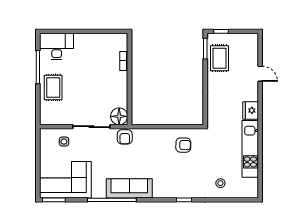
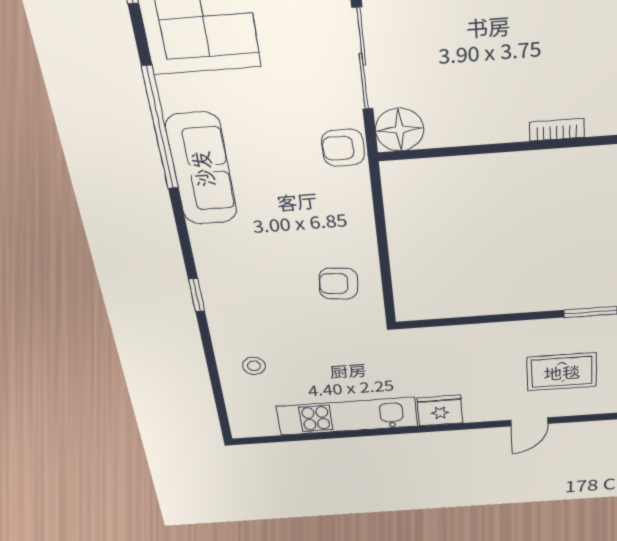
rug: (219, 58) -> (562, 372), moved
armchair: (183, 145) -> (338, 284), turned 95

